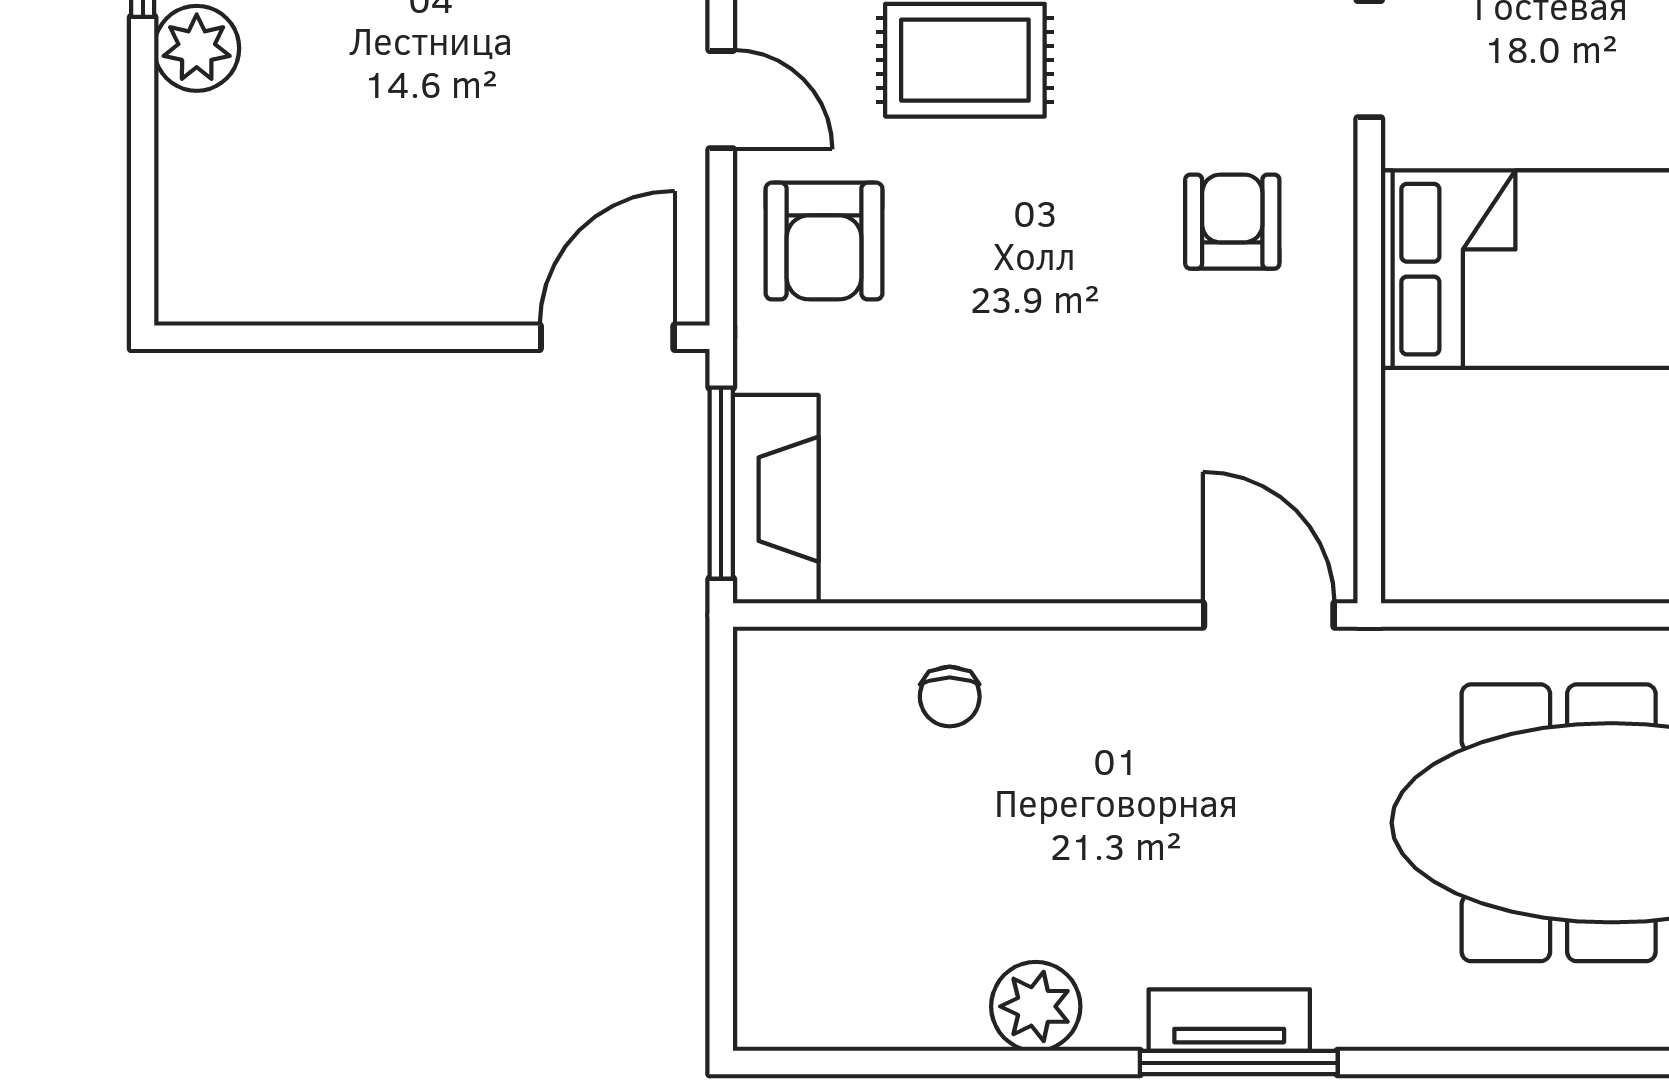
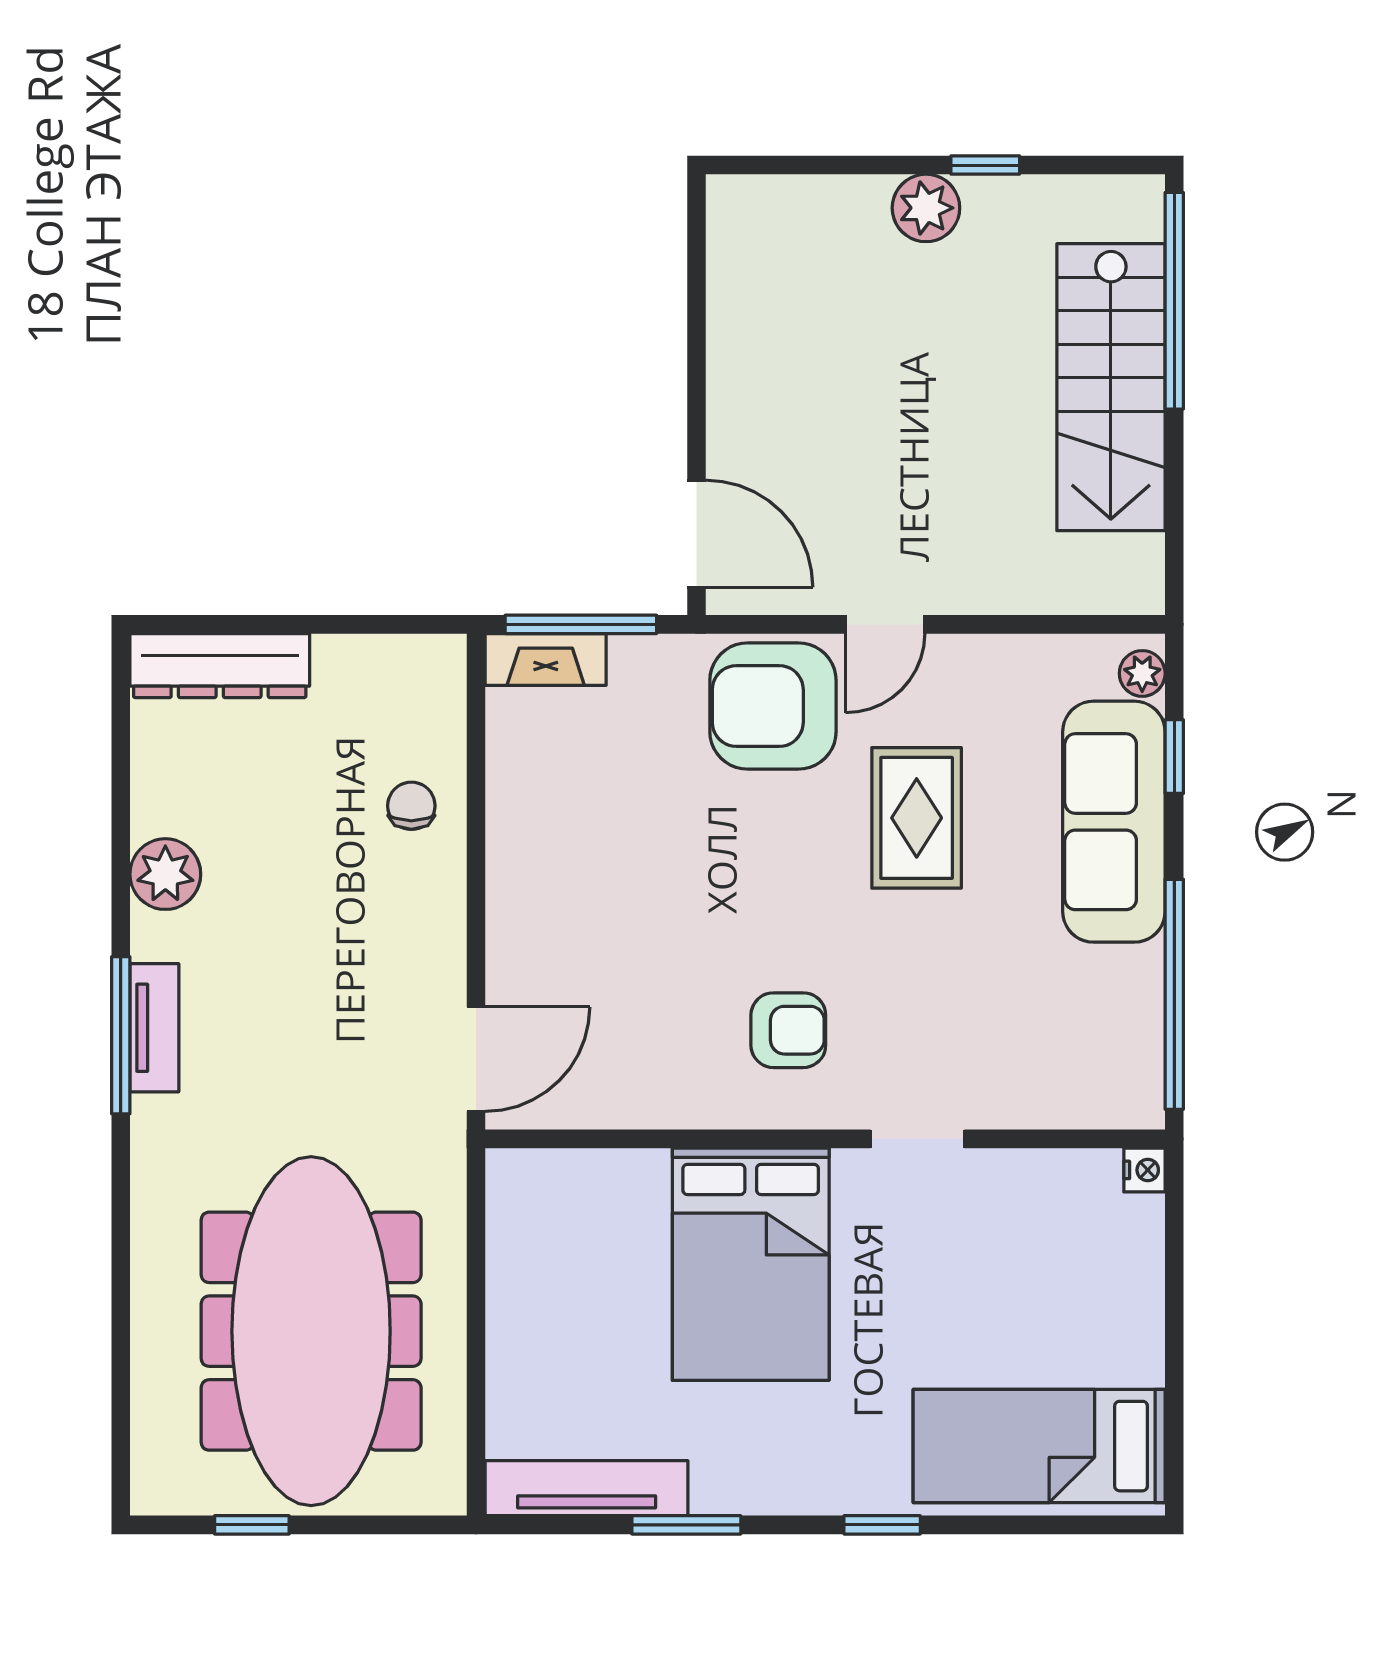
armchair: (824, 241) -> (773, 706), width x1.36, depth x1.36
fireplace: (776, 499) -> (546, 659), width x0.73, depth x0.76
chair: (950, 697) -> (411, 806), turned 90
dresser: (773, 938) -> (220, 666), added

